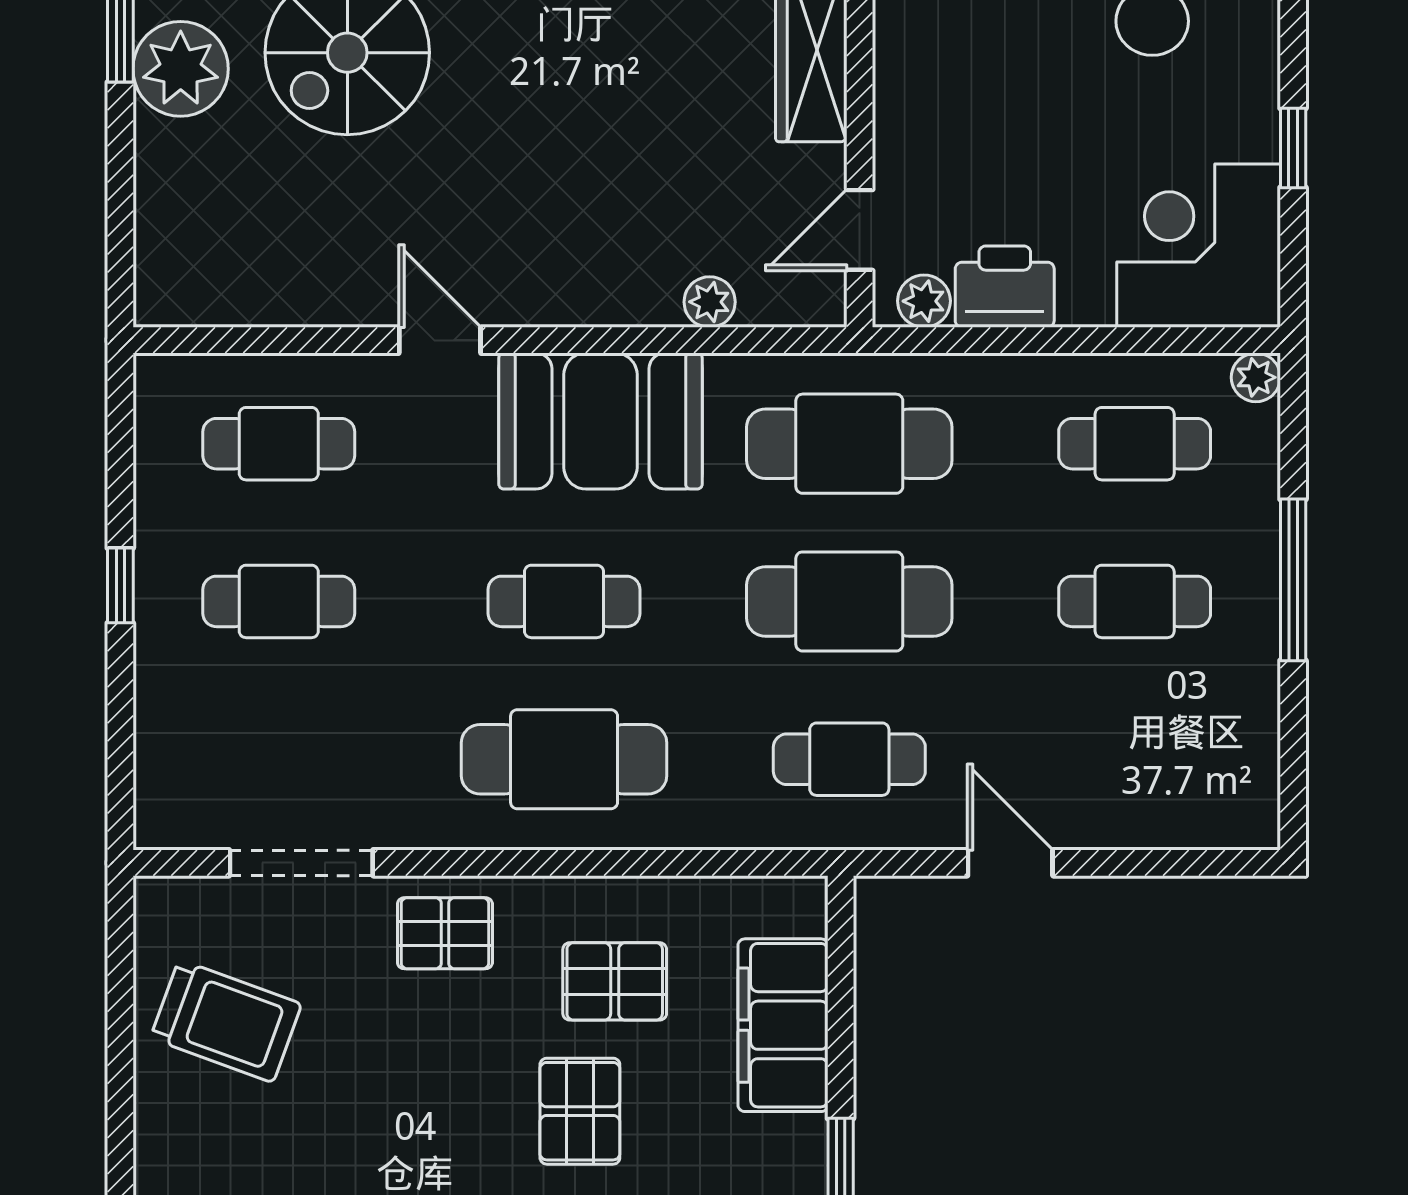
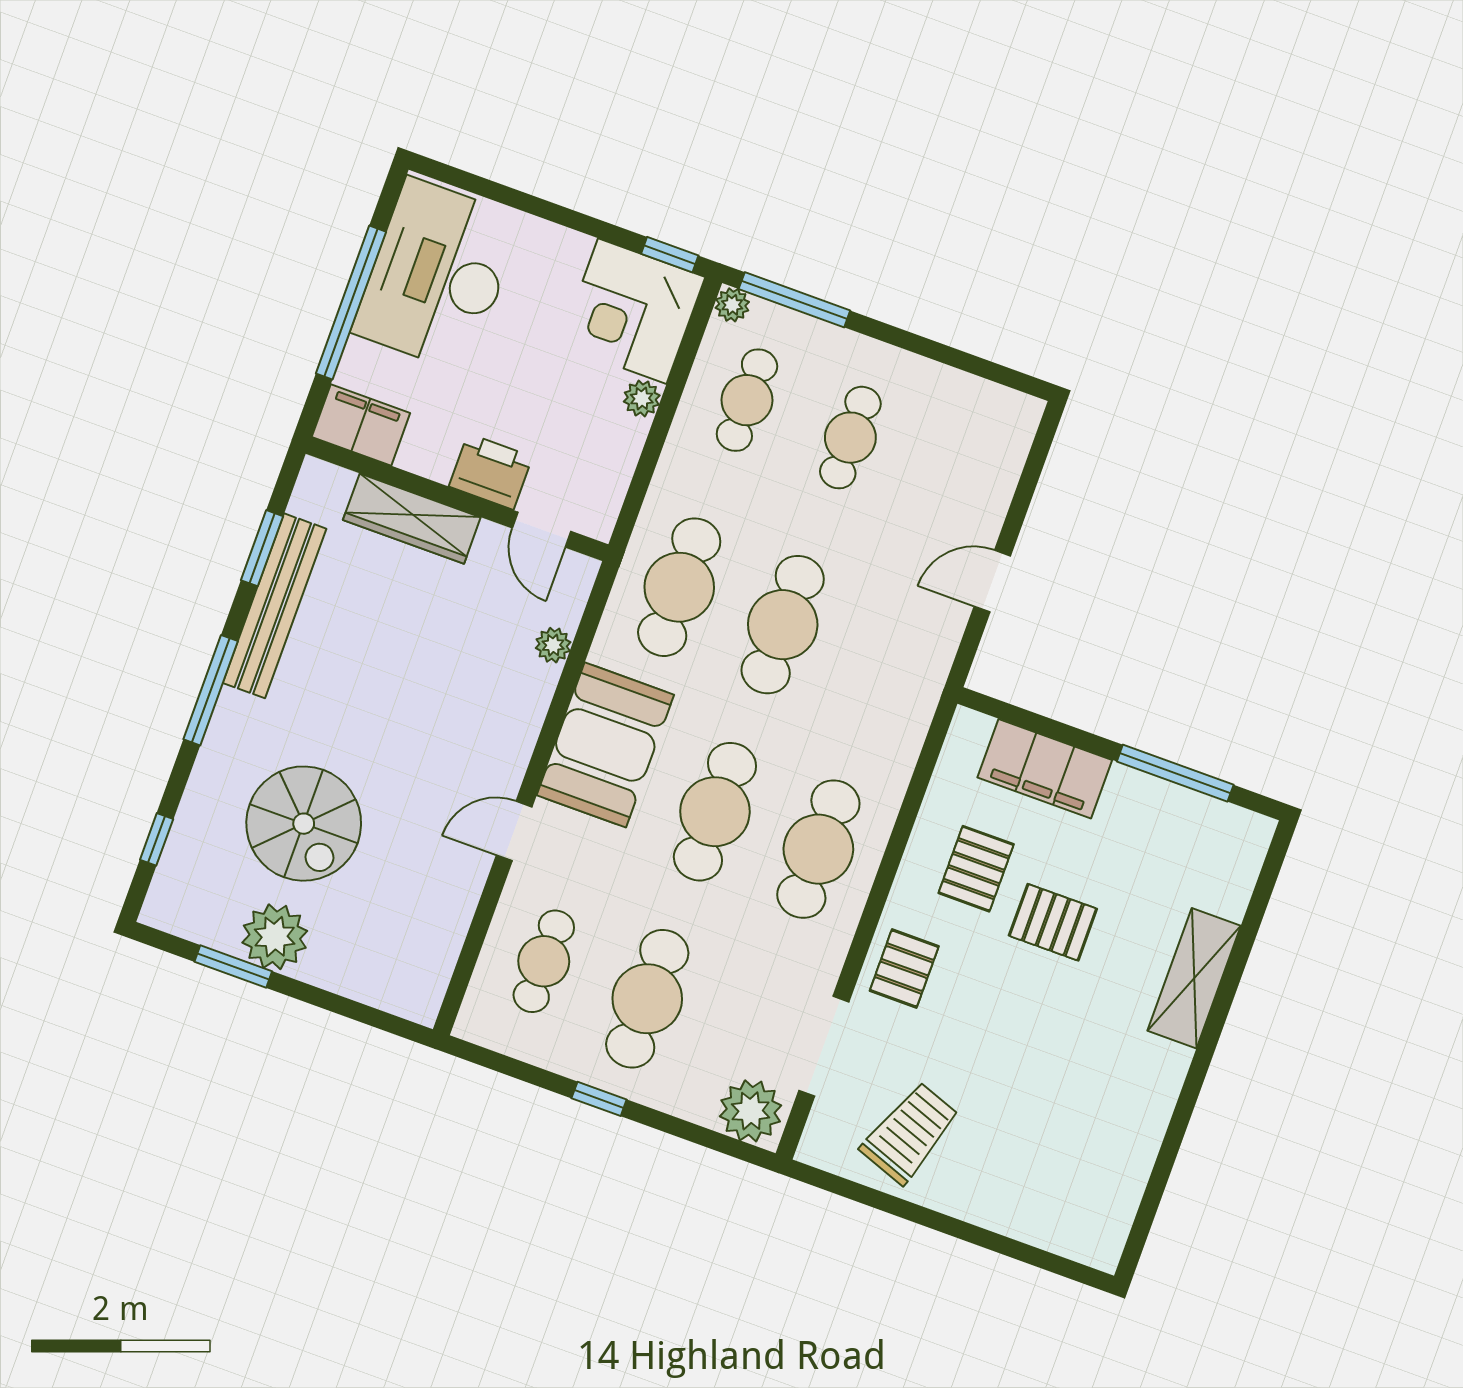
window: (1293, 148) -> (670, 255), moved
printer: (1005, 287) -> (491, 472), moved, turned 90
plant: (924, 301) -> (642, 399), moved
window: (1293, 580) -> (794, 300), moved
cafe table: (279, 601) -> (647, 999), width x1.37, depth x1.35
cafe table: (564, 601) -> (715, 812), width x1.37, depth x1.35
cafe table: (849, 759) -> (886, 662), removed
plant: (178, 796) -> (751, 1111), added

